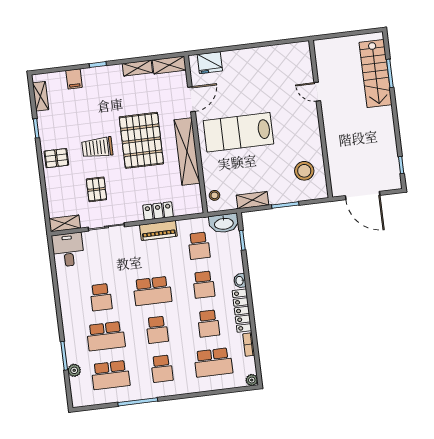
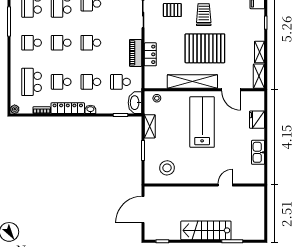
kitchen sink: (269, 54) -> (258, 152), added
fridge: (210, 63) -> (257, 120), moved
stairs: (376, 74) -> (206, 230), moved
school desk: (152, 291) -> (91, 43), width x0.54

